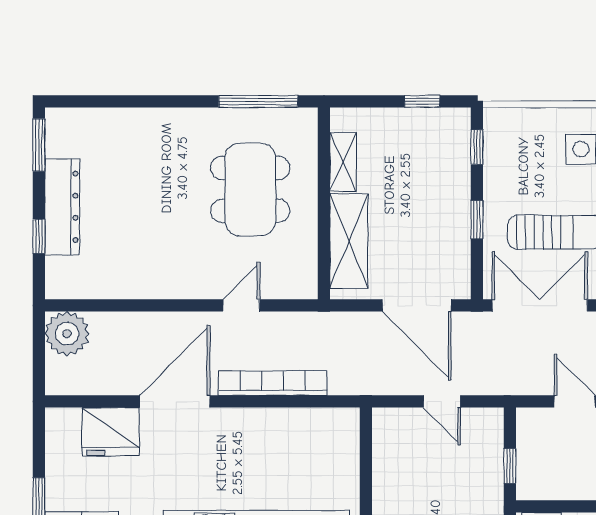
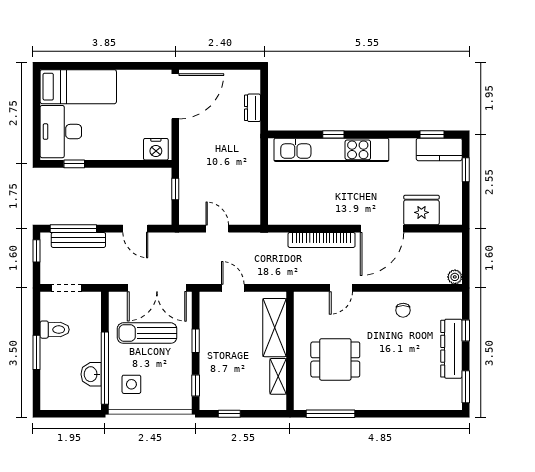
dining table: (250, 189) -> (335, 359), width x0.73
chair: (141, 269) -> (403, 310), added
door: (417, 305) -> (233, 288), width x0.53
plant: (67, 334) -> (455, 277), width x0.53, depth x0.53

